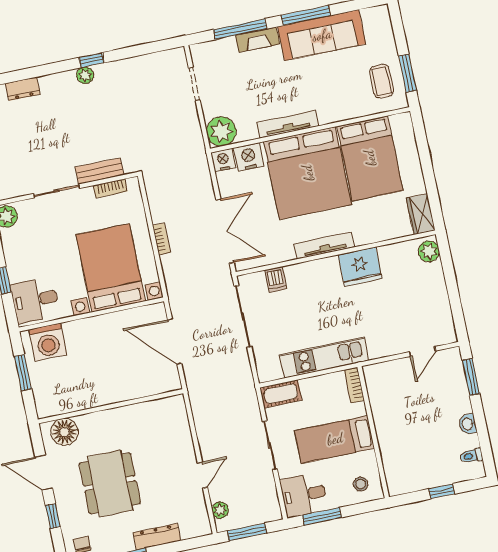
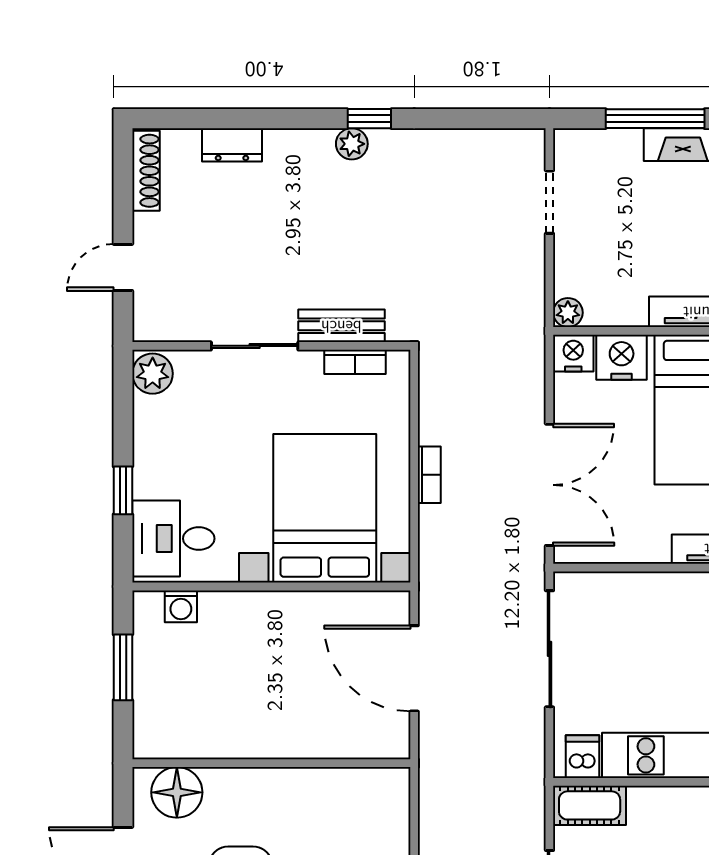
plant: (221, 131) -> (568, 313), width x0.53, depth x0.53
dishwasher: (276, 279) -> (583, 757), moved, turned 180
washing machine: (48, 342) -> (181, 606), width x0.53, depth x0.53

